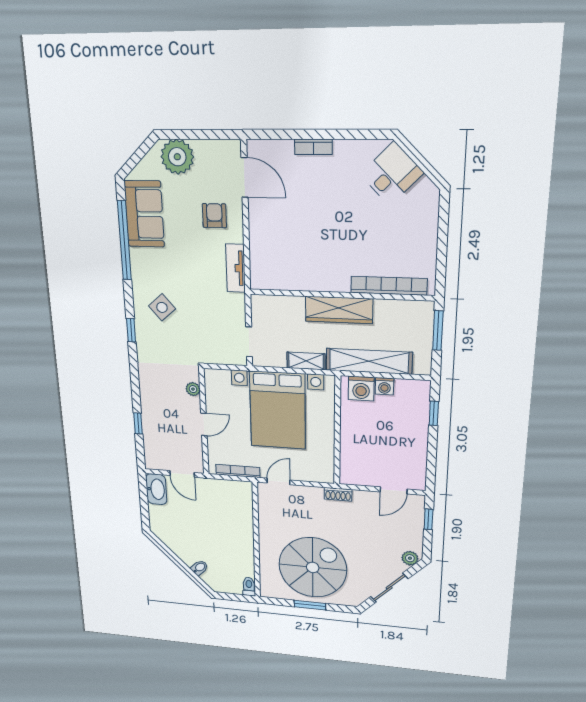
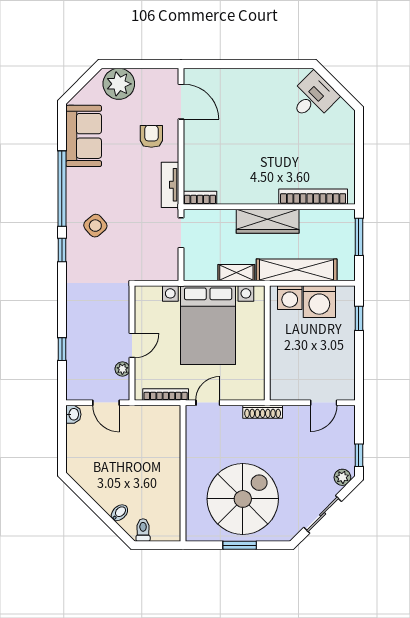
bookcase: (313, 147) -> (200, 198), moved, turned 180
window: (124, 240) -> (62, 189), moved
doorway: (249, 342) -> (181, 233), moved
washing machine: (384, 386) -> (319, 302), width x1.89, depth x1.89
plant: (193, 389) -> (122, 369), moved
washbasin: (156, 489) -> (73, 414), width x0.52, depth x0.69
shoe rack: (338, 494) -> (263, 412), width x1.43
window: (428, 519) -> (359, 455), moved
toilet: (249, 586) -> (143, 530), moved

